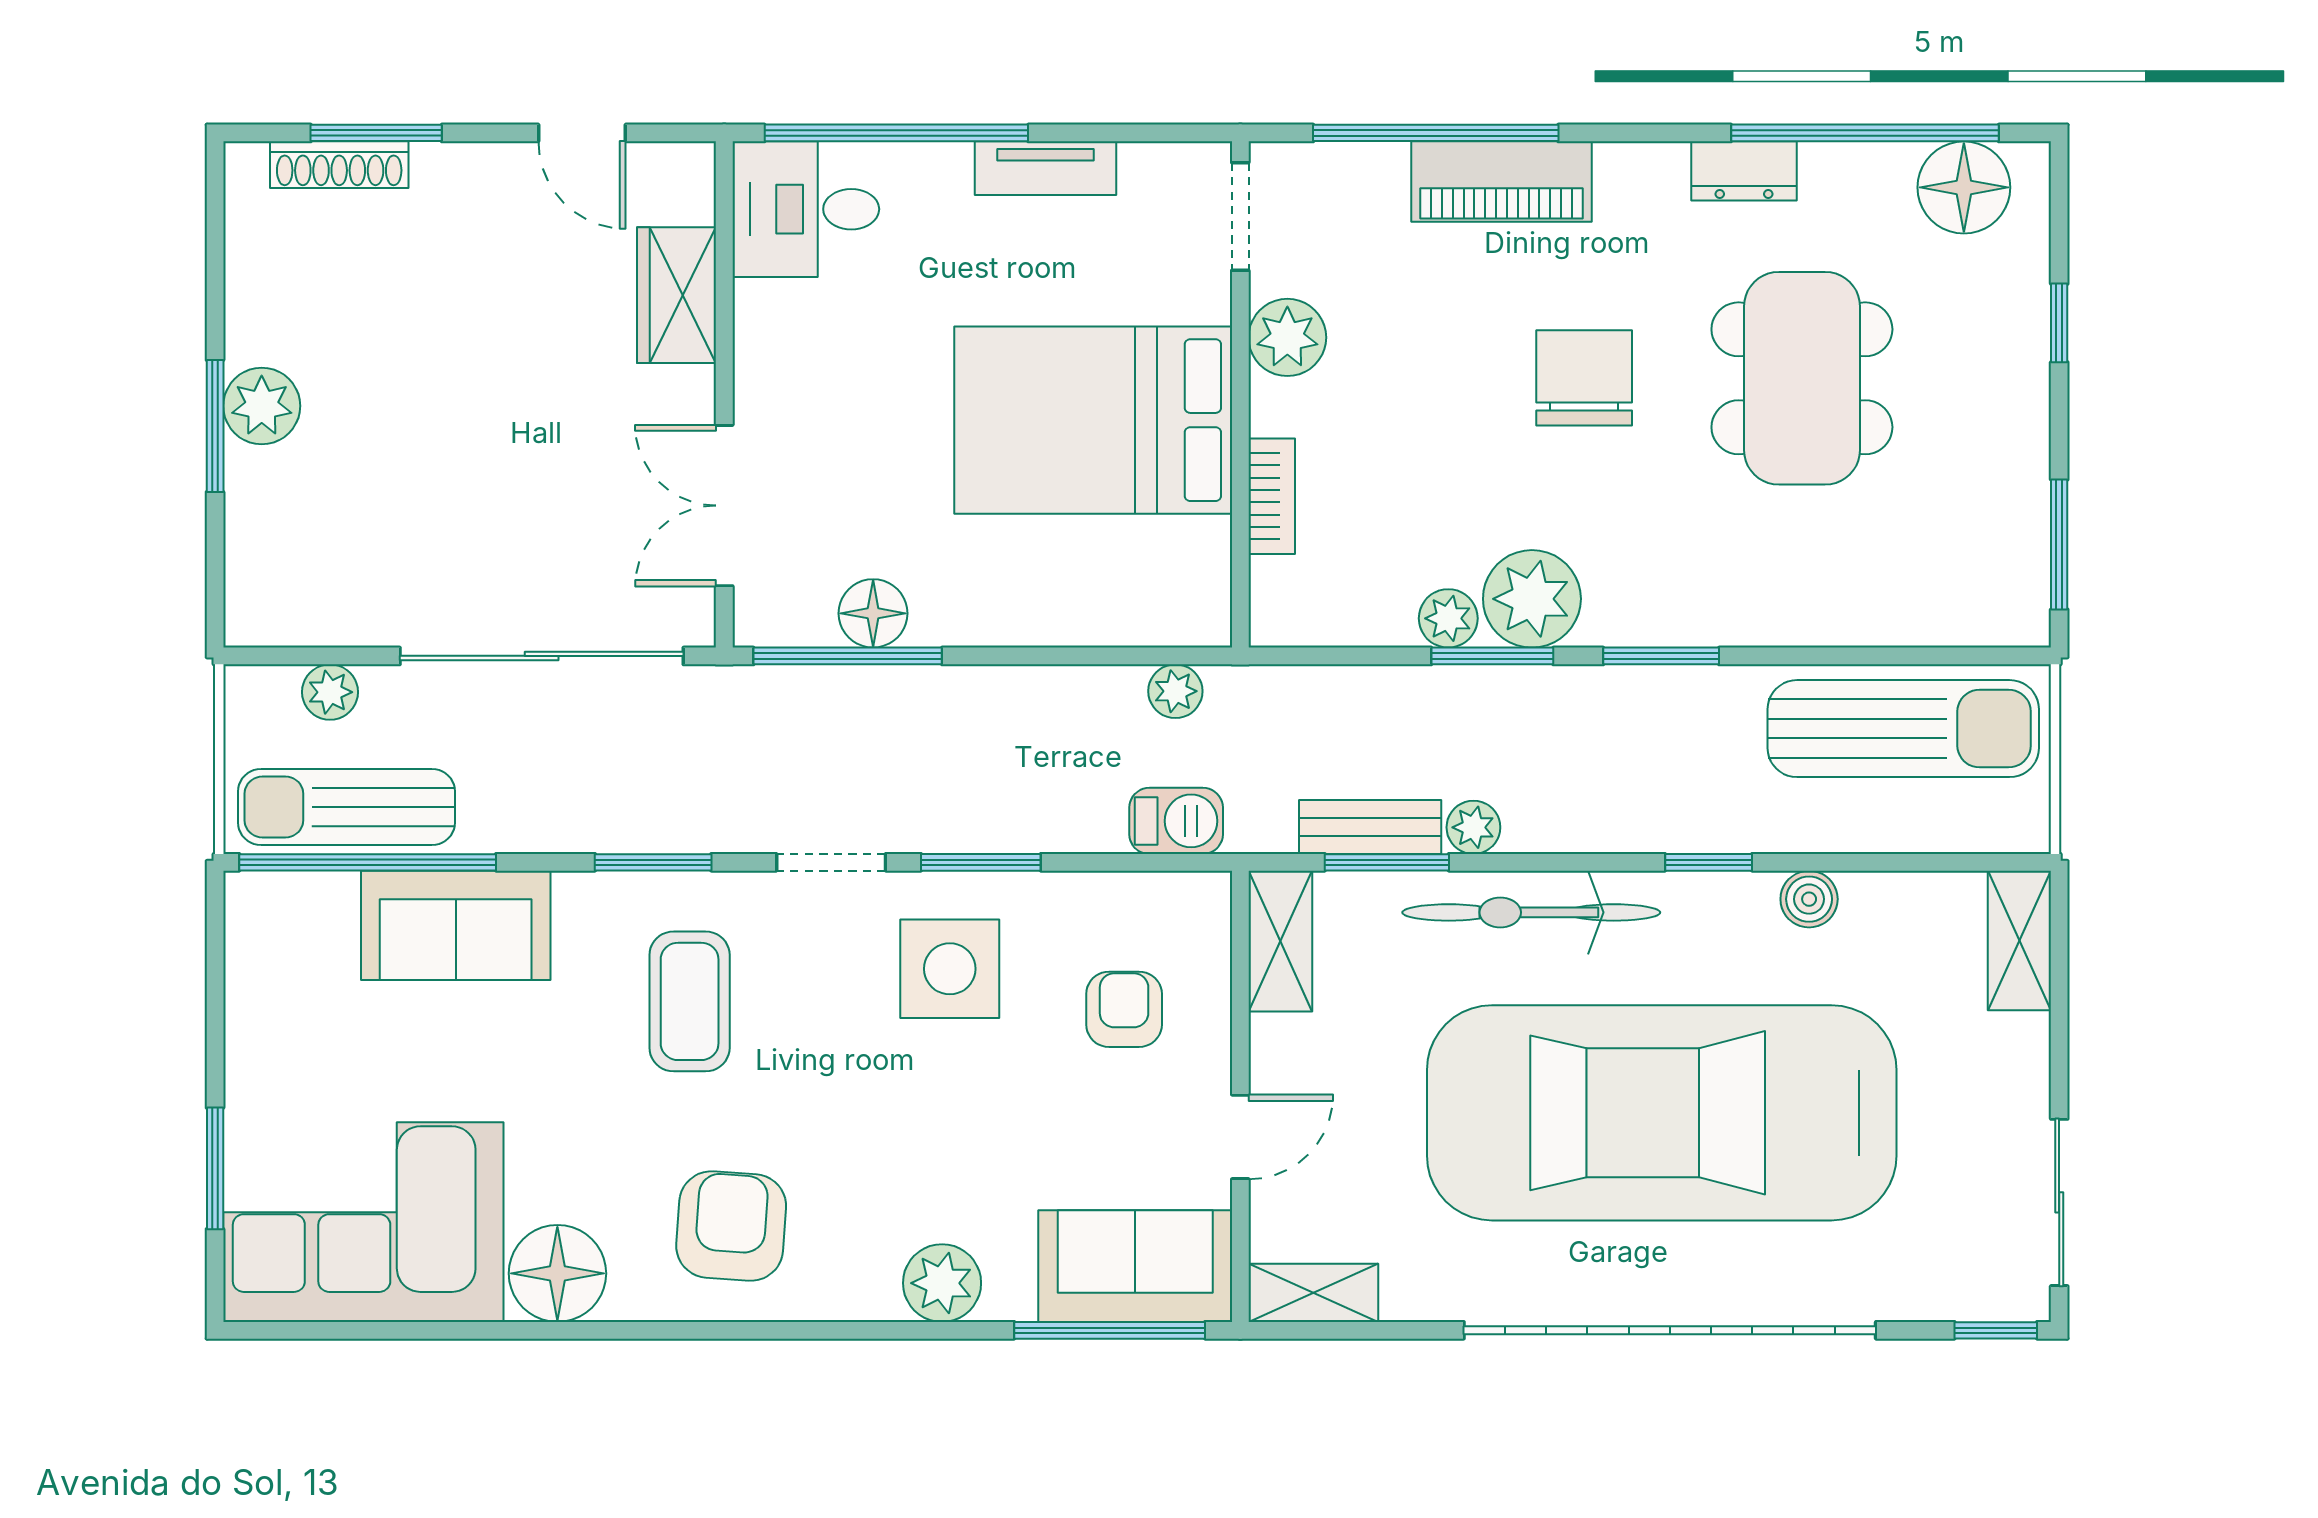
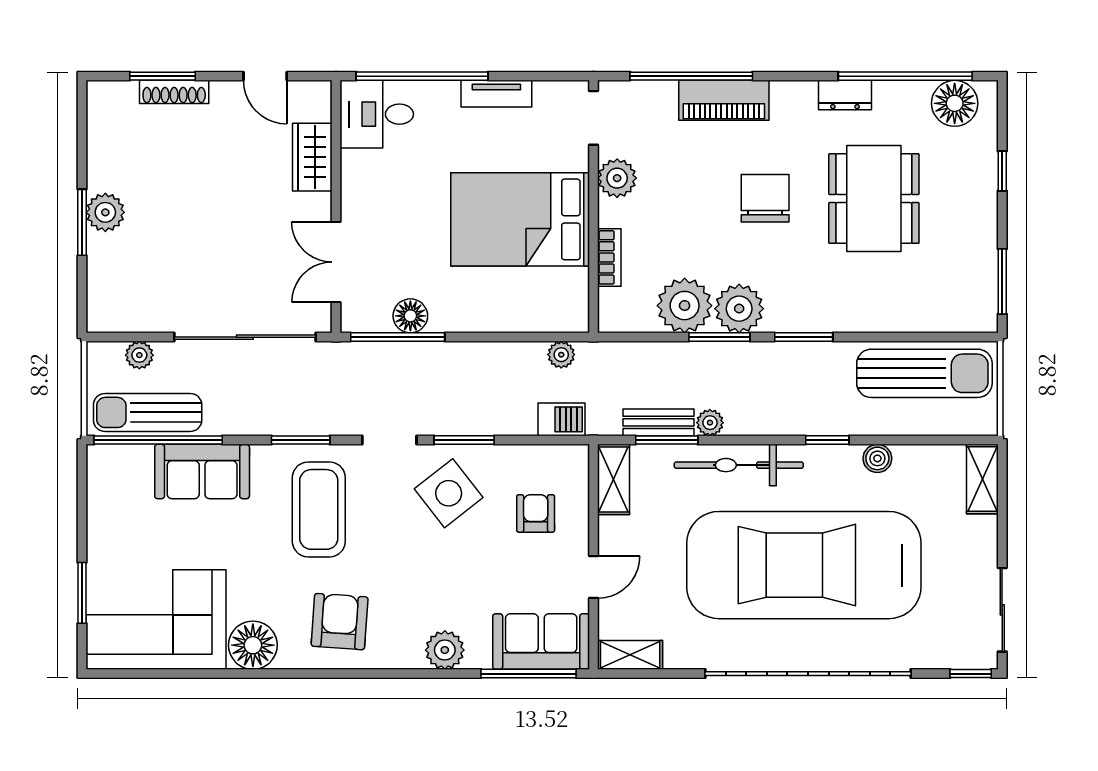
shoe rack: (339, 165) -> (174, 92), moved
plant: (1448, 618) -> (685, 306), width x1.87, depth x1.87
side table: (950, 969) -> (449, 493), turned -38
coffee table: (690, 1001) -> (319, 509), width x1.36, depth x1.32

